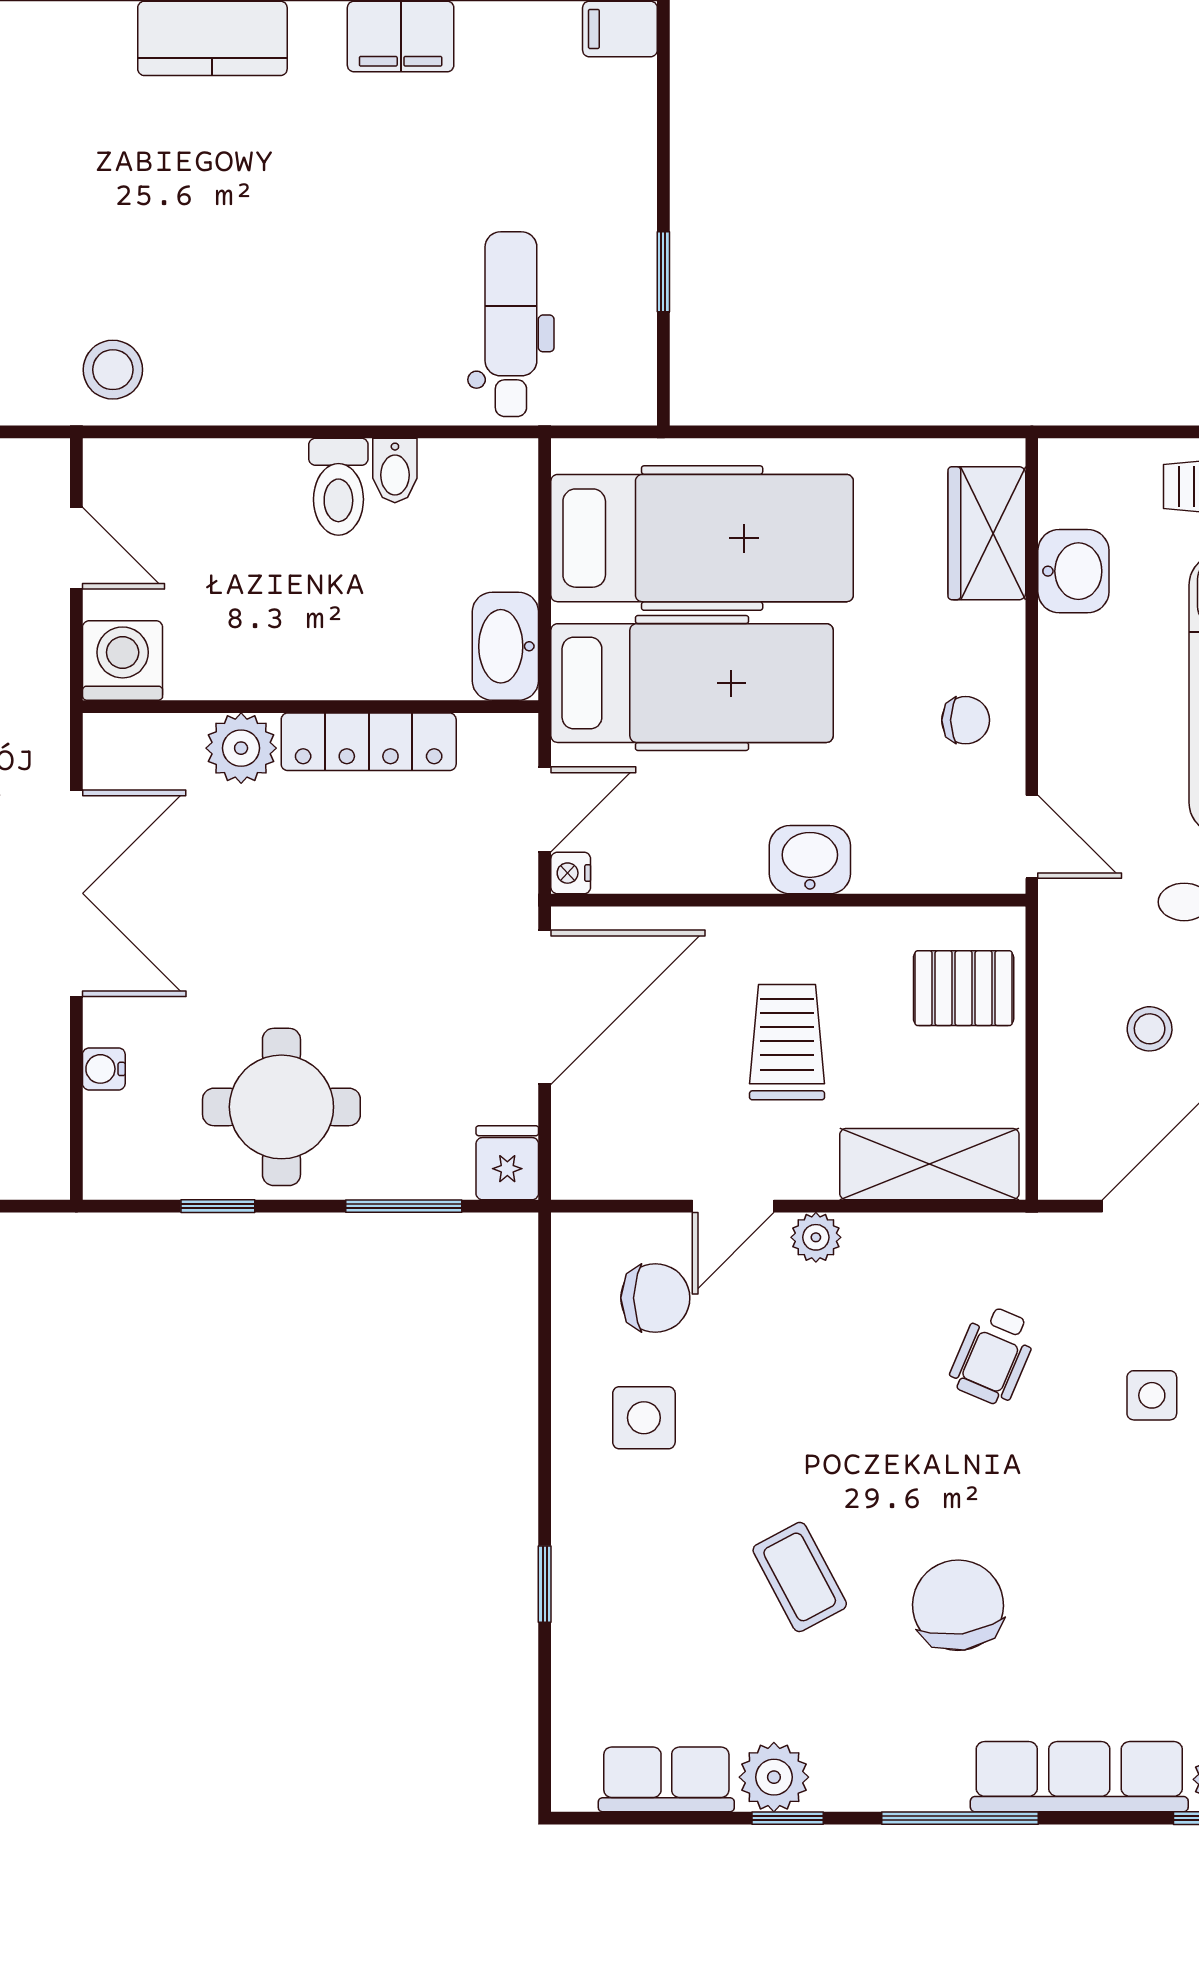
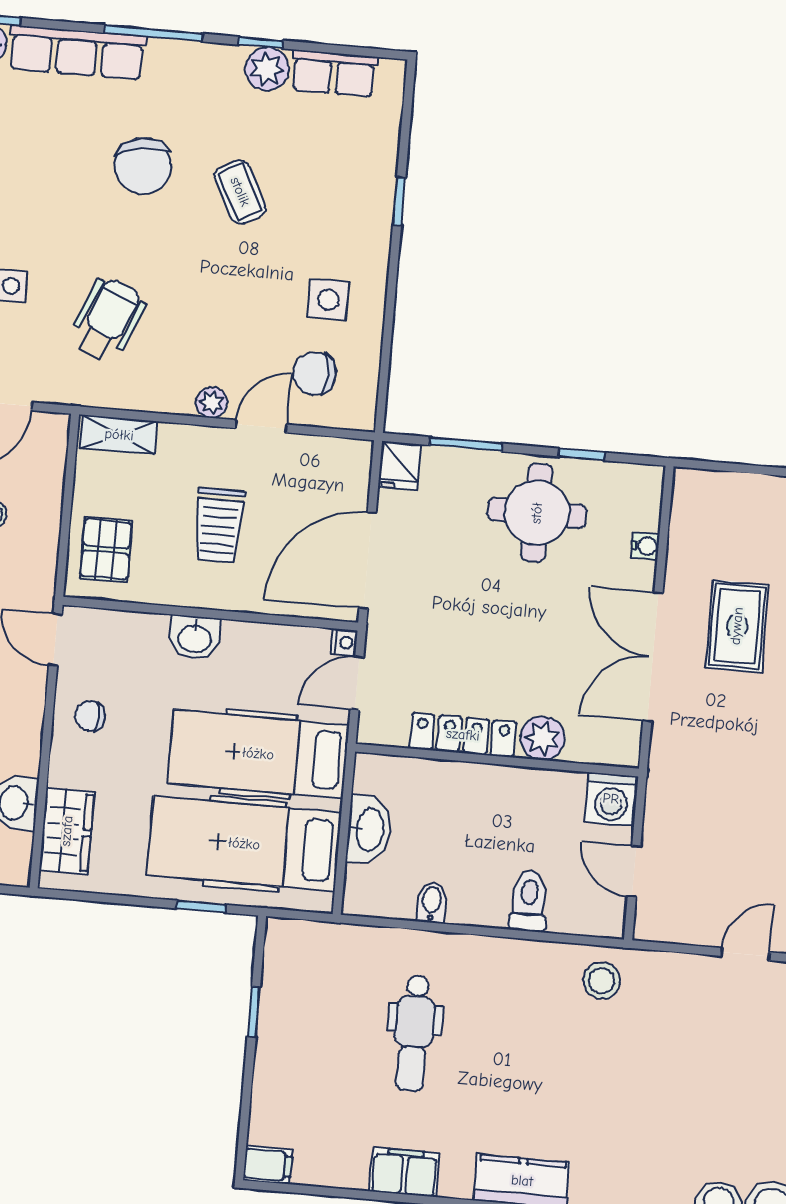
dental chair: (511, 324) -> (414, 1033), moved
window: (762, 432) -> (201, 907), added
toilet: (338, 487) -> (529, 901), moved
washbasin: (505, 646) -> (369, 830), moved
pallet: (964, 988) -> (106, 549), turned 90
shelving: (929, 1164) -> (119, 435), width x0.67, depth x0.75
wheelchair: (993, 1355) -> (108, 320), width x1.36, depth x1.37

